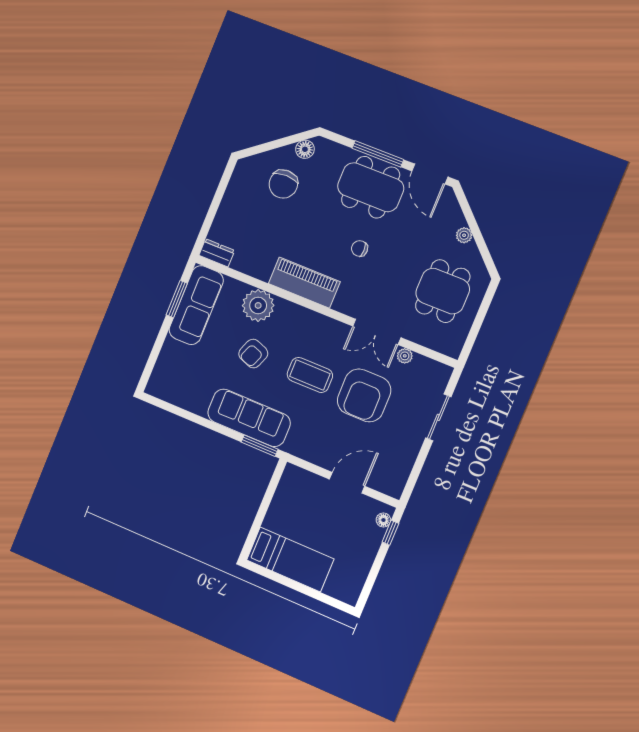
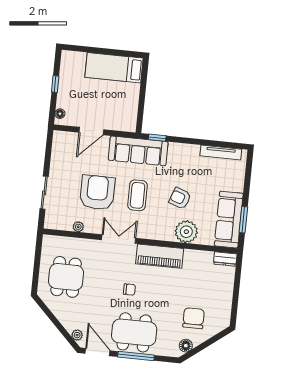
plant: (464, 235) -> (77, 335), moved
double door: (377, 332) -> (119, 239), moved
armchair: (253, 354) -> (180, 198), turned -91
coffee table: (310, 375) -> (137, 195), turned 90
tv unit: (180, 399) -> (221, 153), added
sofa: (249, 418) -> (138, 151), moved
window: (260, 446) -> (157, 138), width x0.67
window: (390, 533) -> (55, 84), moved

